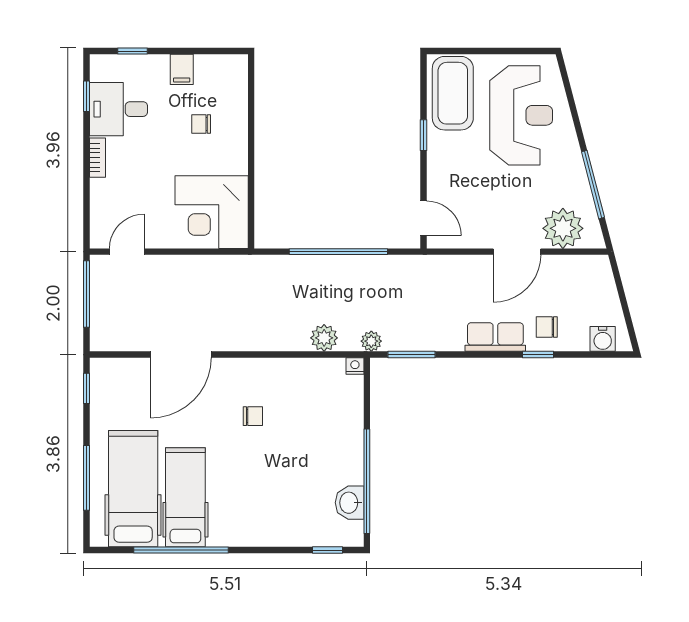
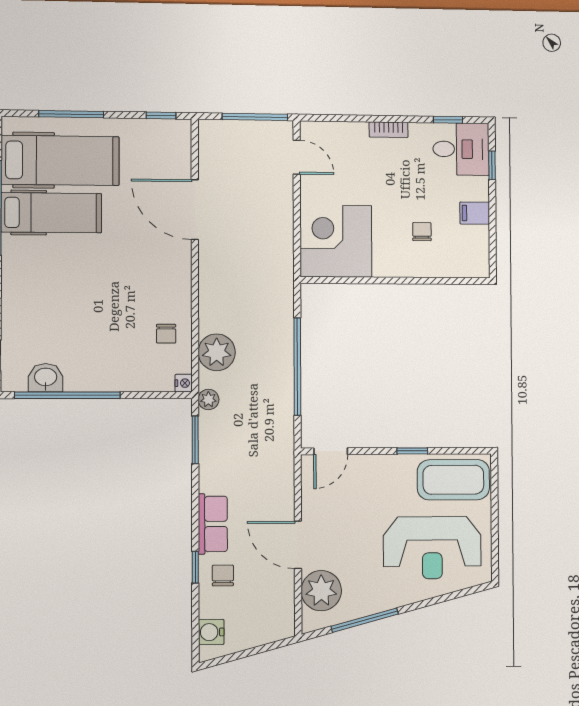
desk: (118, 109) -> (461, 149), moved, turned 90
plant: (324, 338) -> (217, 352), width x1.36, depth x1.36
chair: (253, 416) -> (166, 334), moved

